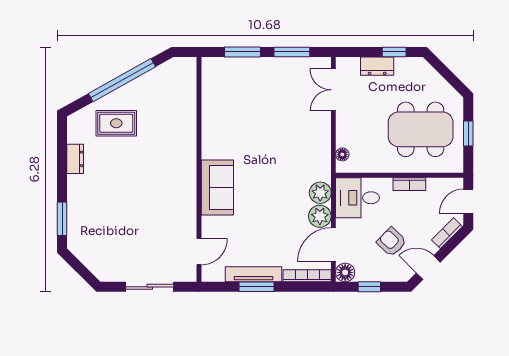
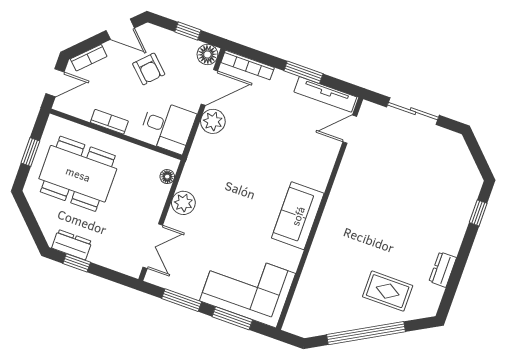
dresser: (377, 66) -> (72, 245), moved
corner sofa: (239, 84) -> (248, 287), added
sofa: (217, 188) -> (298, 216), moved
plant: (320, 193) -> (183, 203), moved
window: (62, 219) -> (478, 213), width x0.67
tv unit: (254, 274) -> (325, 94), moved

